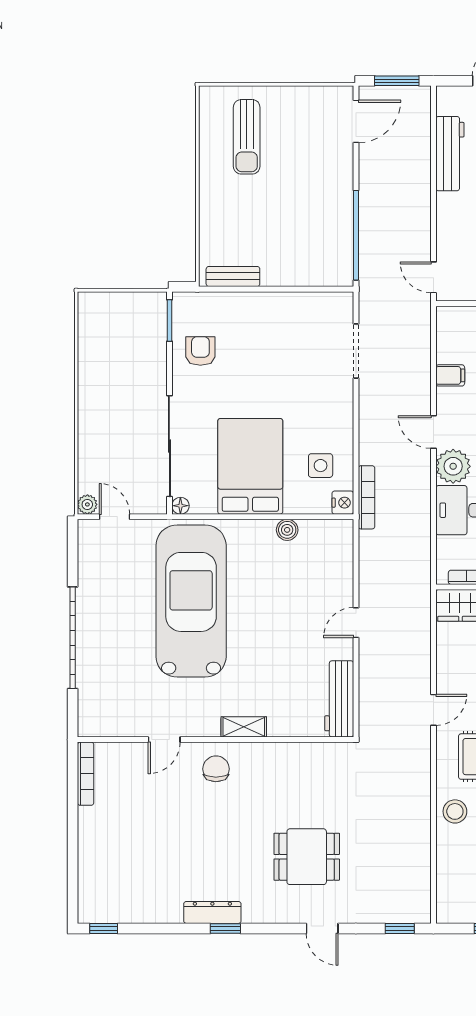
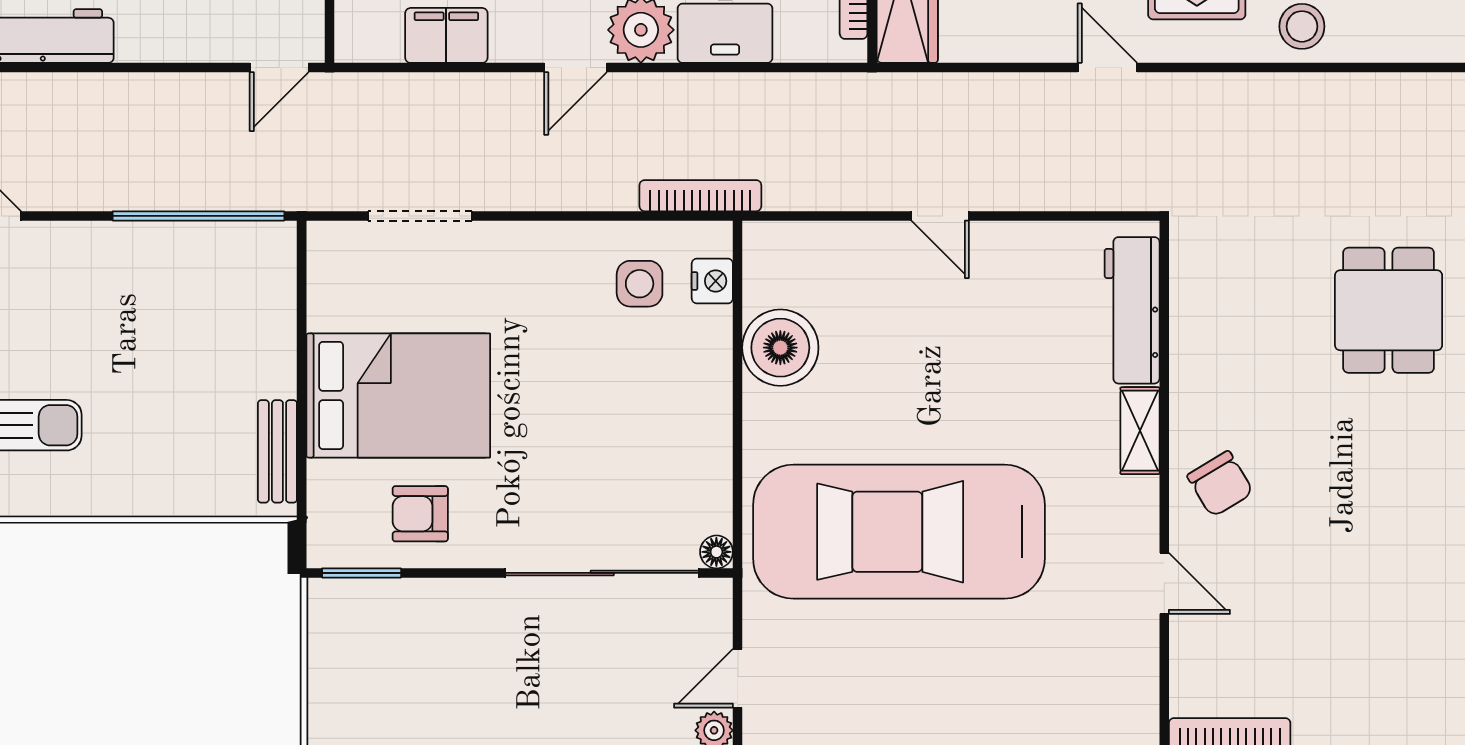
filing cabinet: (450, 375) -> (446, 35), width x2.00
bed: (250, 466) -> (398, 395), moved, turned 180
nightstand: (343, 503) -> (712, 281), moved, turned 90
boiler: (287, 530) -> (780, 348), width x1.86, depth x1.86
workbench: (339, 699) -> (1132, 310), moved, turned 90
chair: (216, 769) -> (1220, 484), turned -121

